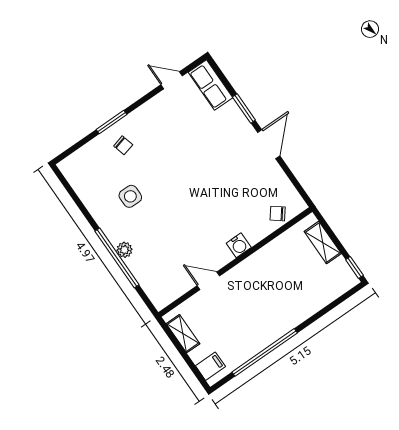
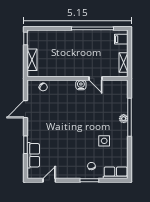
door: (172, 80) -> (49, 180), swing flipped
row of seats: (211, 85) -> (33, 155), moved
door: (269, 144) -> (26, 109), moved
row of seats: (80, 160) -> (116, 173), added
water cooler: (239, 245) -> (81, 85), moved

